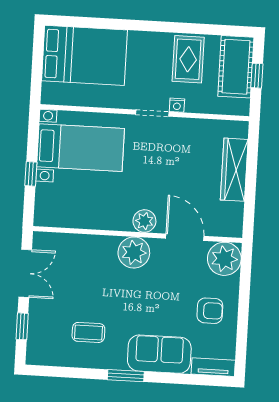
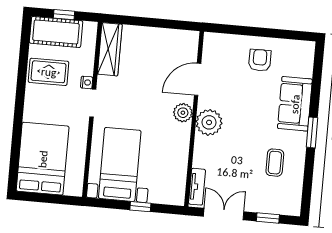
wardrobe: (234, 170) -> (110, 49), moved, turned -90
plant: (224, 259) -> (217, 47), removed
tv unit: (213, 367) -> (197, 187), moved, turned 180

